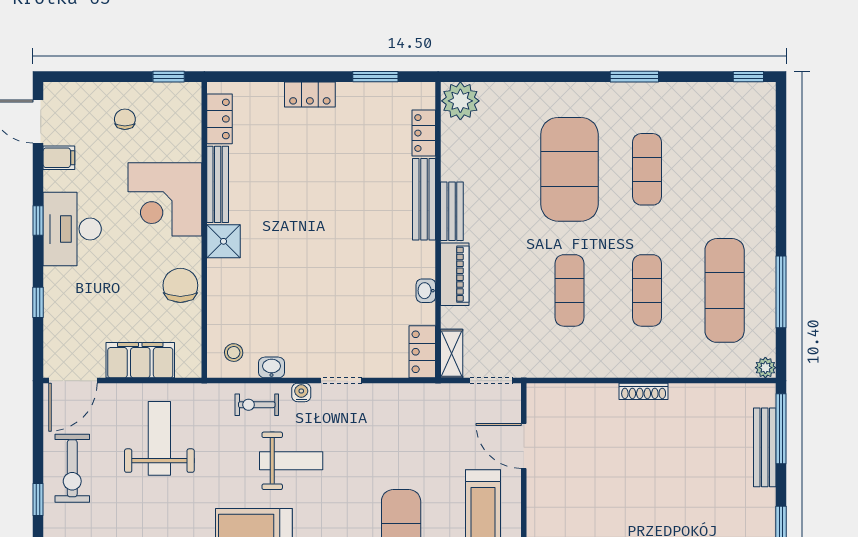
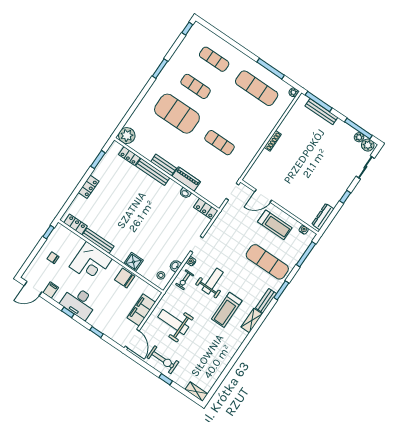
shower: (223, 241) -> (133, 262), moved
exercise mat: (647, 290) -> (214, 59), moved
shelving: (452, 354) -> (213, 199), removed

